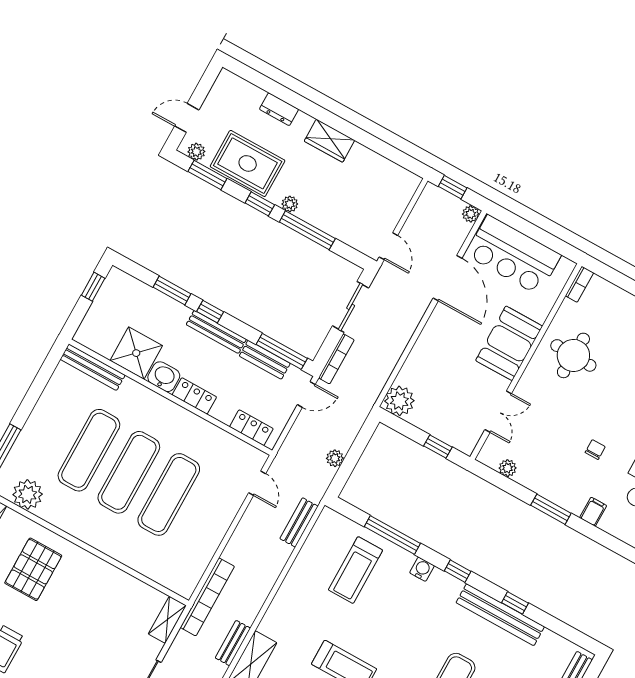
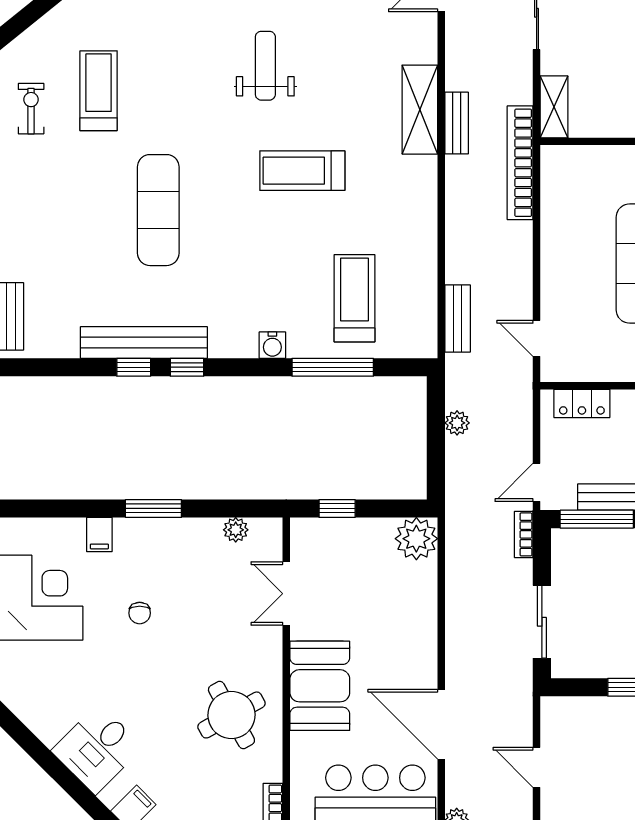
door: (388, 246) -> (537, 767), moved
round table: (573, 355) -> (231, 715), turned -31
bookcase: (336, 359) -> (524, 534), width x0.64
window: (458, 571) -> (187, 367), moved

